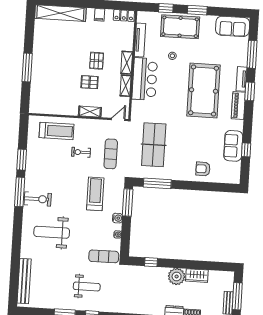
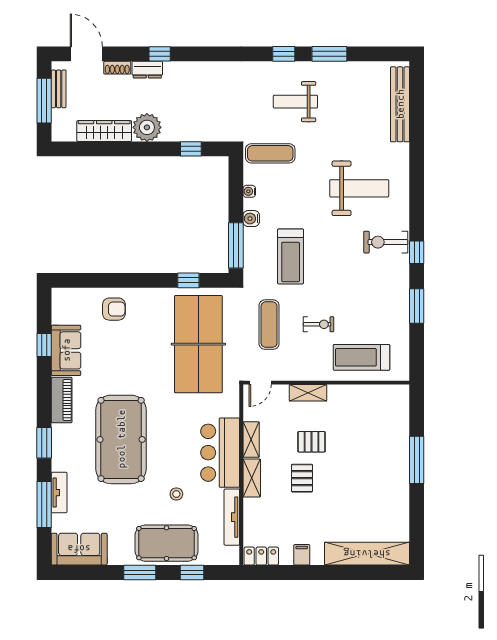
tv unit: (241, 79) -> (59, 493), moved
piano: (238, 106) -> (62, 400), moved
table tennis table: (154, 145) -> (198, 344), width x1.36, depth x1.32
window: (157, 183) -> (188, 280), width x0.46
window: (20, 192) -> (417, 252), width x0.46
wardrobe: (197, 276) -> (104, 131), width x1.50

